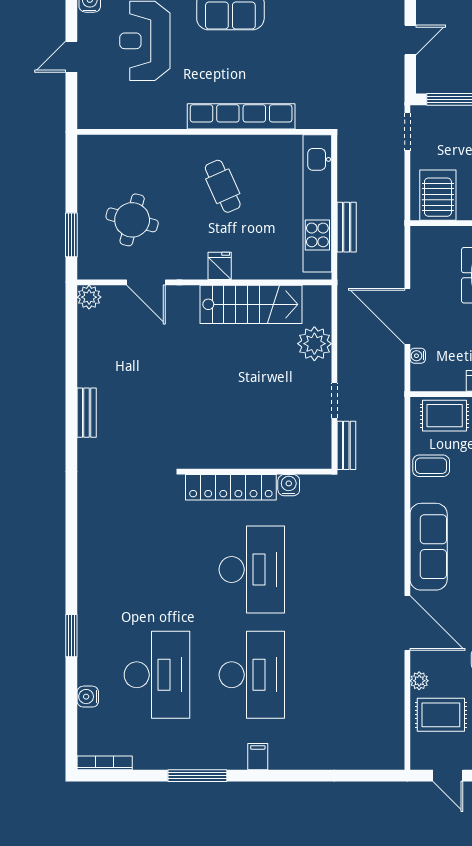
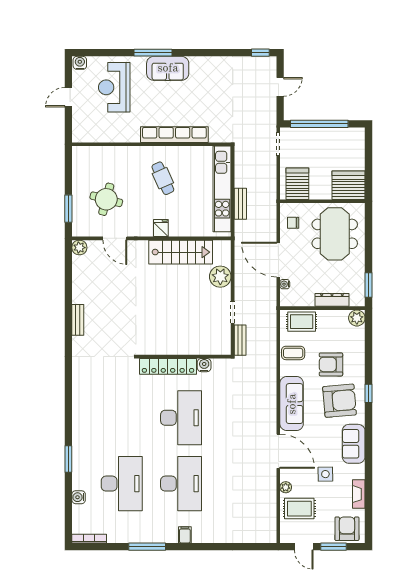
chair: (431, 257) -> (293, 223), added

